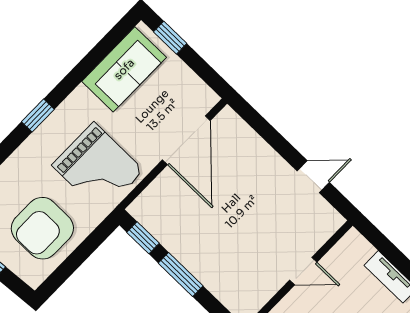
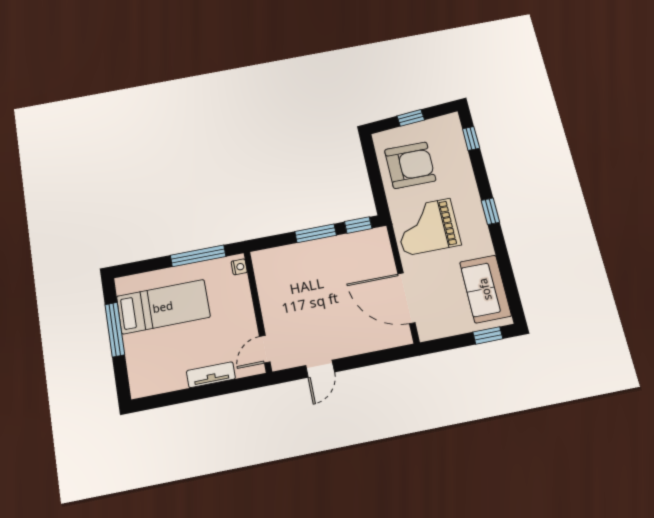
armchair: (42, 228) -> (410, 165), turned 90
door: (303, 271) -> (265, 349), moved

